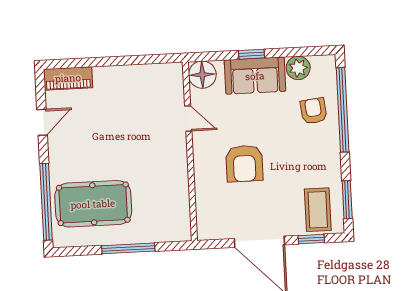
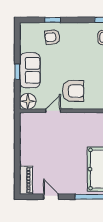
plant: (298, 68) -> (27, 45), removed
window: (343, 110) -> (53, 20), width x0.32
armchair: (244, 163) -> (73, 91), moved

